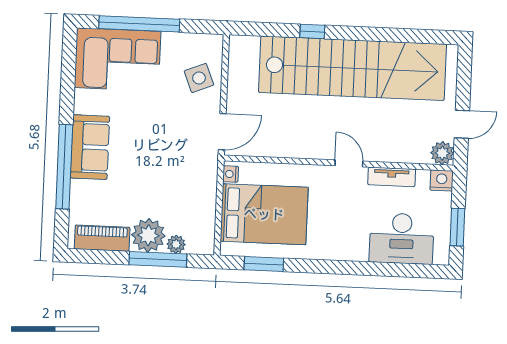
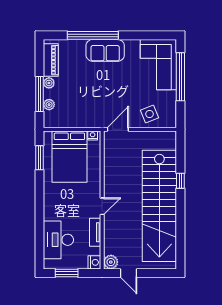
door: (222, 132) -> (118, 129), swing flipped
plant: (148, 235) -> (49, 83), width x0.53, depth x0.53

